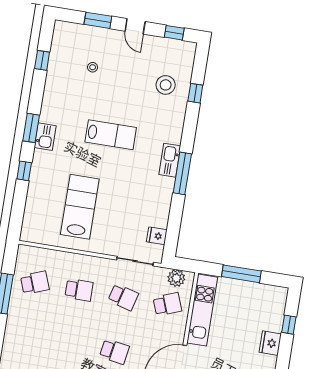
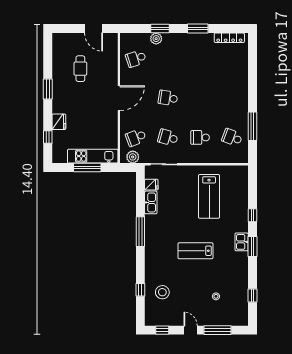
window: (98, 20) -> (218, 330), width x1.44
kitchen sink: (170, 160) -> (151, 202), moved
school desk: (35, 283) -> (232, 137), turned 42
kitchen unit: (202, 310) -> (93, 156), moved, turned 90

